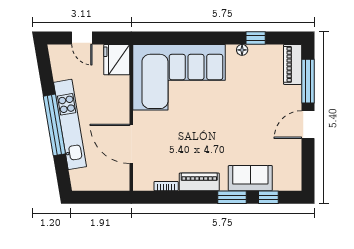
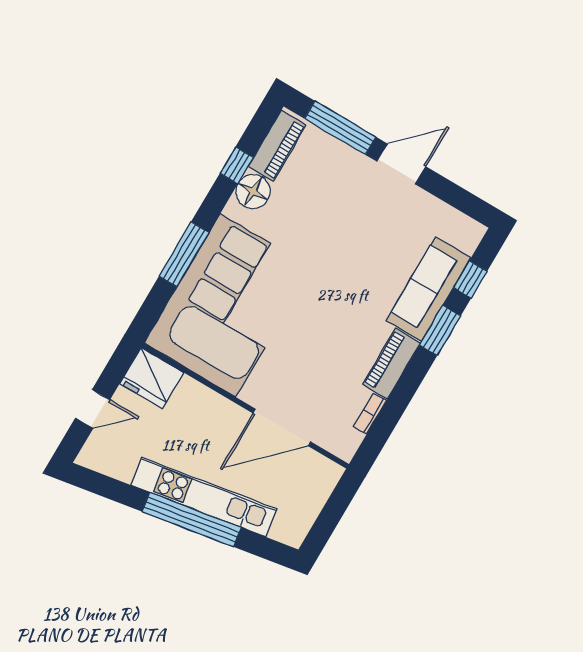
window: (192, 38) -> (184, 254), added
floor lamp: (242, 50) -> (253, 192), width x1.89, depth x1.89
piano: (293, 64) -> (277, 146), moved, turned -90
door: (308, 125) -> (401, 164), swing flipped
sofa: (250, 178) -> (429, 289), width x1.36

